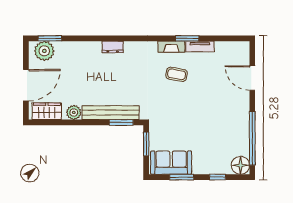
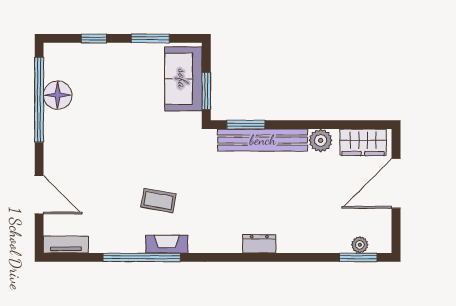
window: (187, 38) -> (142, 257), width x2.11
tv unit: (200, 46) -> (66, 245), moved
plant: (44, 51) -> (360, 245), width x0.53, depth x0.53
sofa: (171, 163) -> (183, 79), moved, turned 90
floor lamp: (240, 165) -> (58, 95), moved

